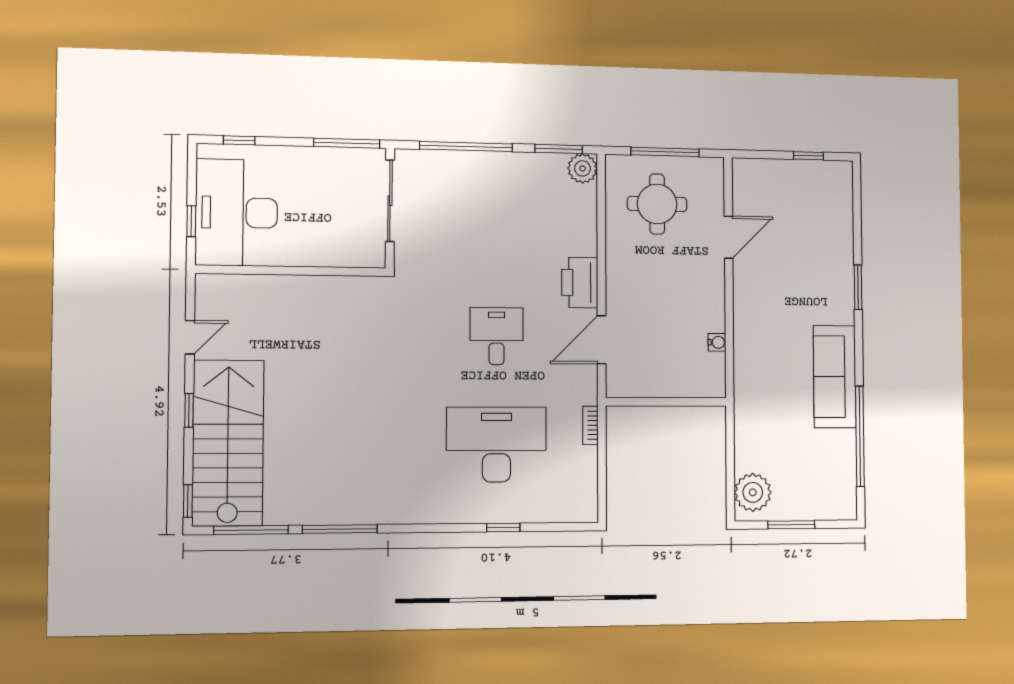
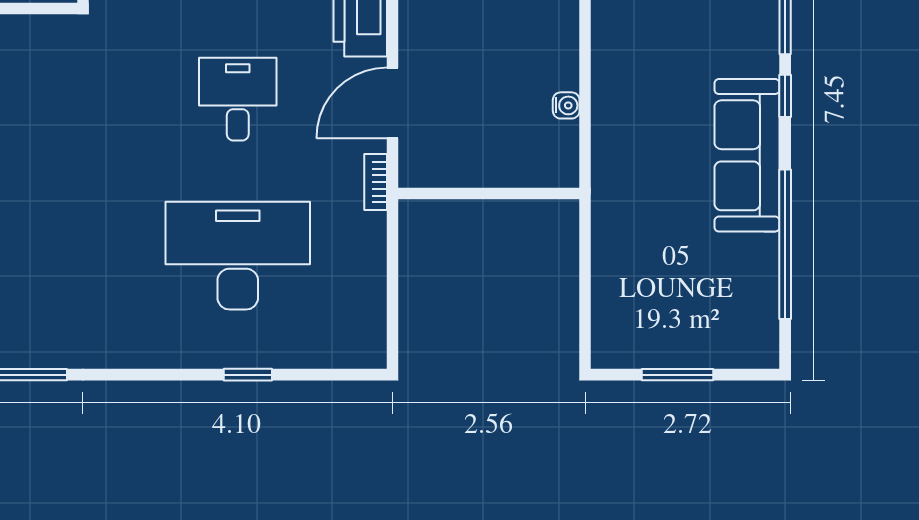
window: (859, 337) -> (785, 96), added
bookcase: (590, 425) -> (376, 182), moved
plant: (753, 492) -> (619, 327), removed

